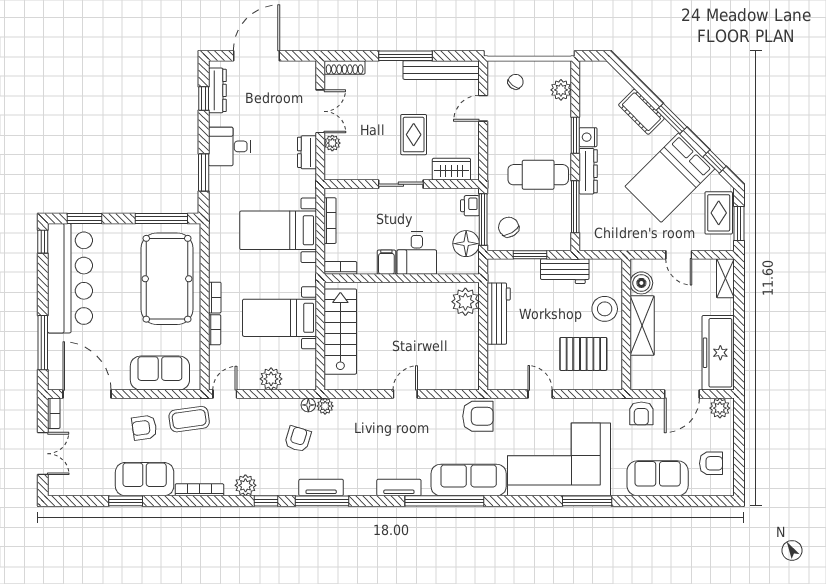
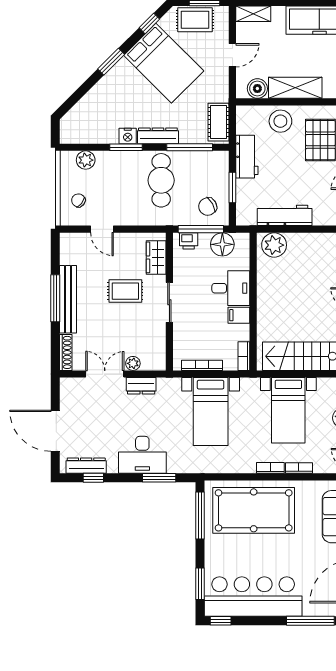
bench: (441, 70) -> (68, 299), moved
cot: (641, 112) -> (218, 122), moved, turned -45
desk: (229, 146) -> (142, 455), width x1.37

